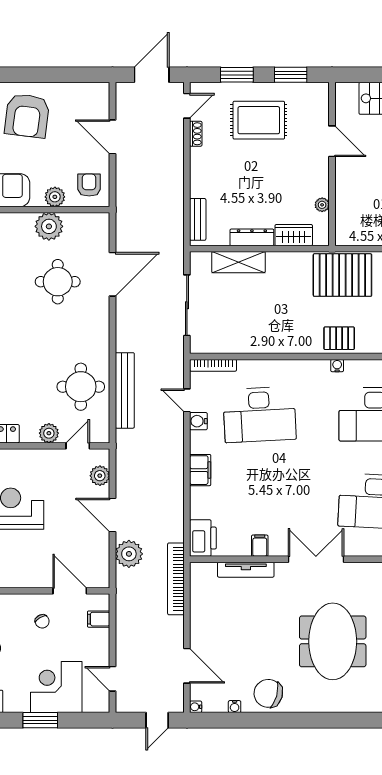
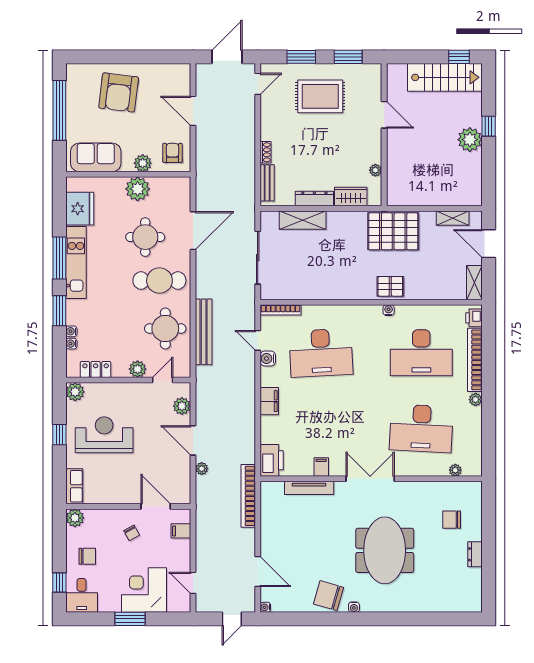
shoe rack: (196, 134) -> (265, 152), moved
cafe table: (74, 332) -> (159, 281), added
plant: (129, 554) -> (202, 469), width x0.53, depth x0.53
water cooler: (235, 707) -> (354, 607), moved

